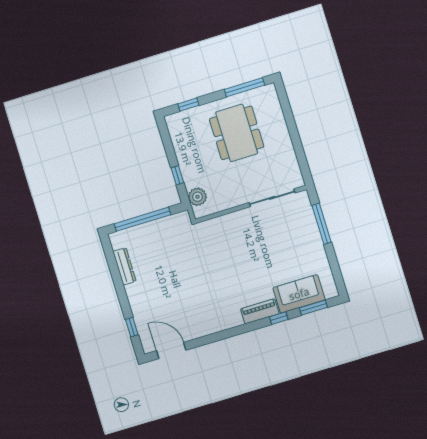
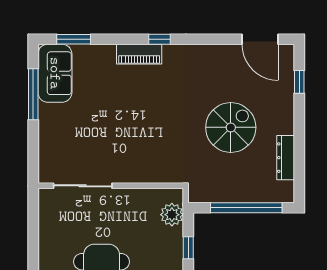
window: (322, 224) -> (33, 94), moved
spiral stairs: (173, 277) -> (231, 127), added
sofa: (299, 294) -> (55, 73), moved, turned -90
window: (279, 318) -> (160, 39), moved

